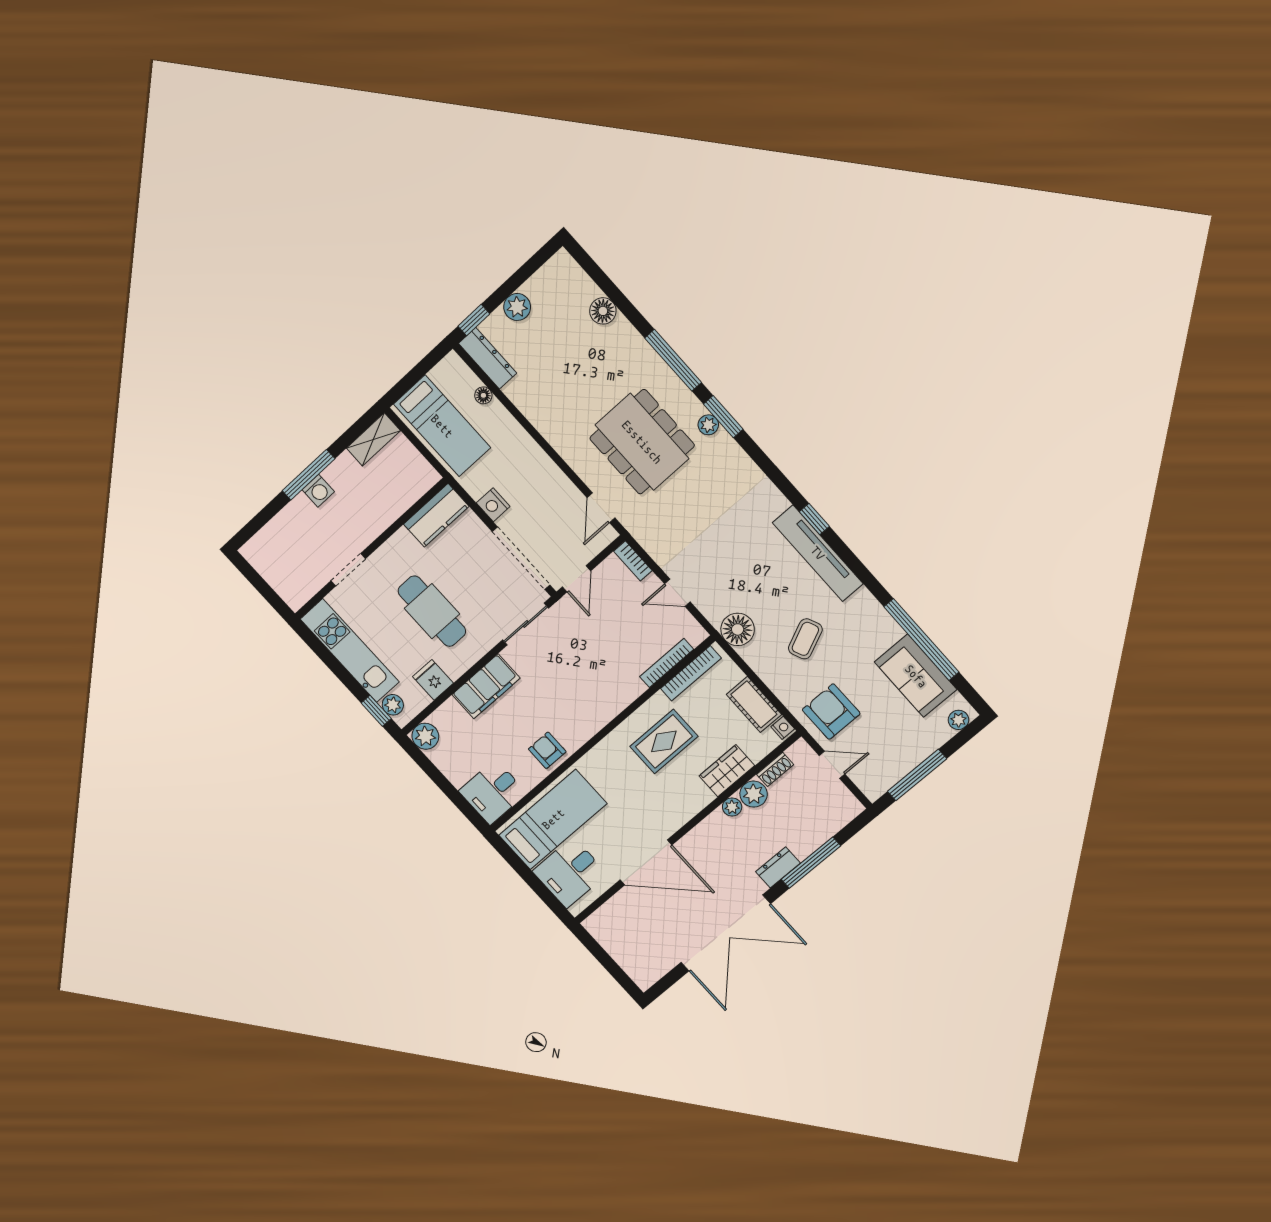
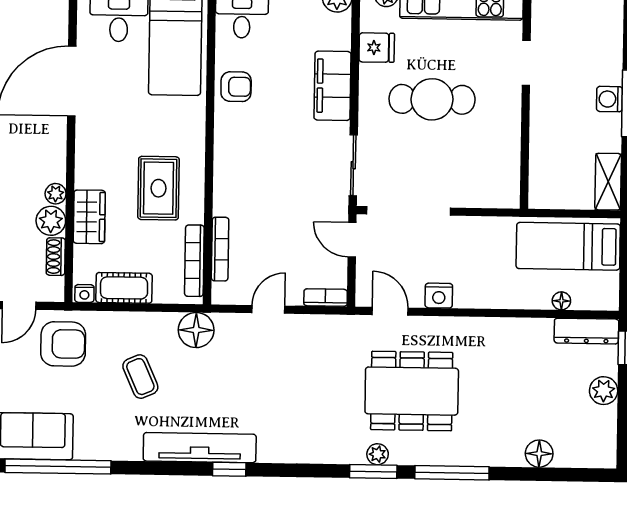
nightstand: (493, 505) -> (439, 296), moved, turned 180
kitchen counter: (436, 515) -> (504, 175), removed

